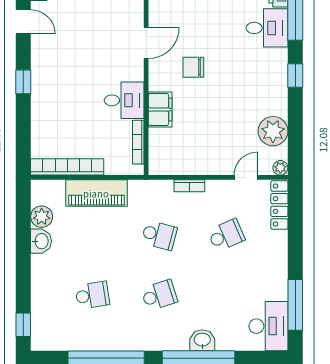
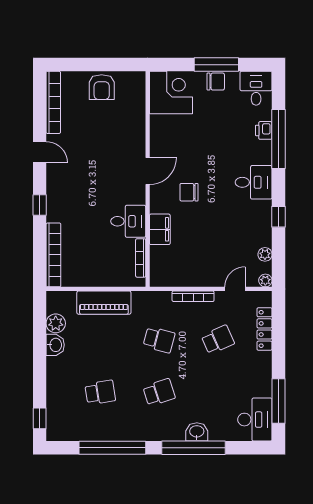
desk: (267, 28) -> (254, 182), moved
window: (295, 75) -> (278, 217), moved
plant: (273, 131) -> (265, 254), width x0.53, depth x0.53
bookcase: (67, 167) -> (53, 255), moved, turned 90
bookcase: (189, 186) -> (193, 296), width x1.56
locker: (279, 205) -> (265, 329), moved

